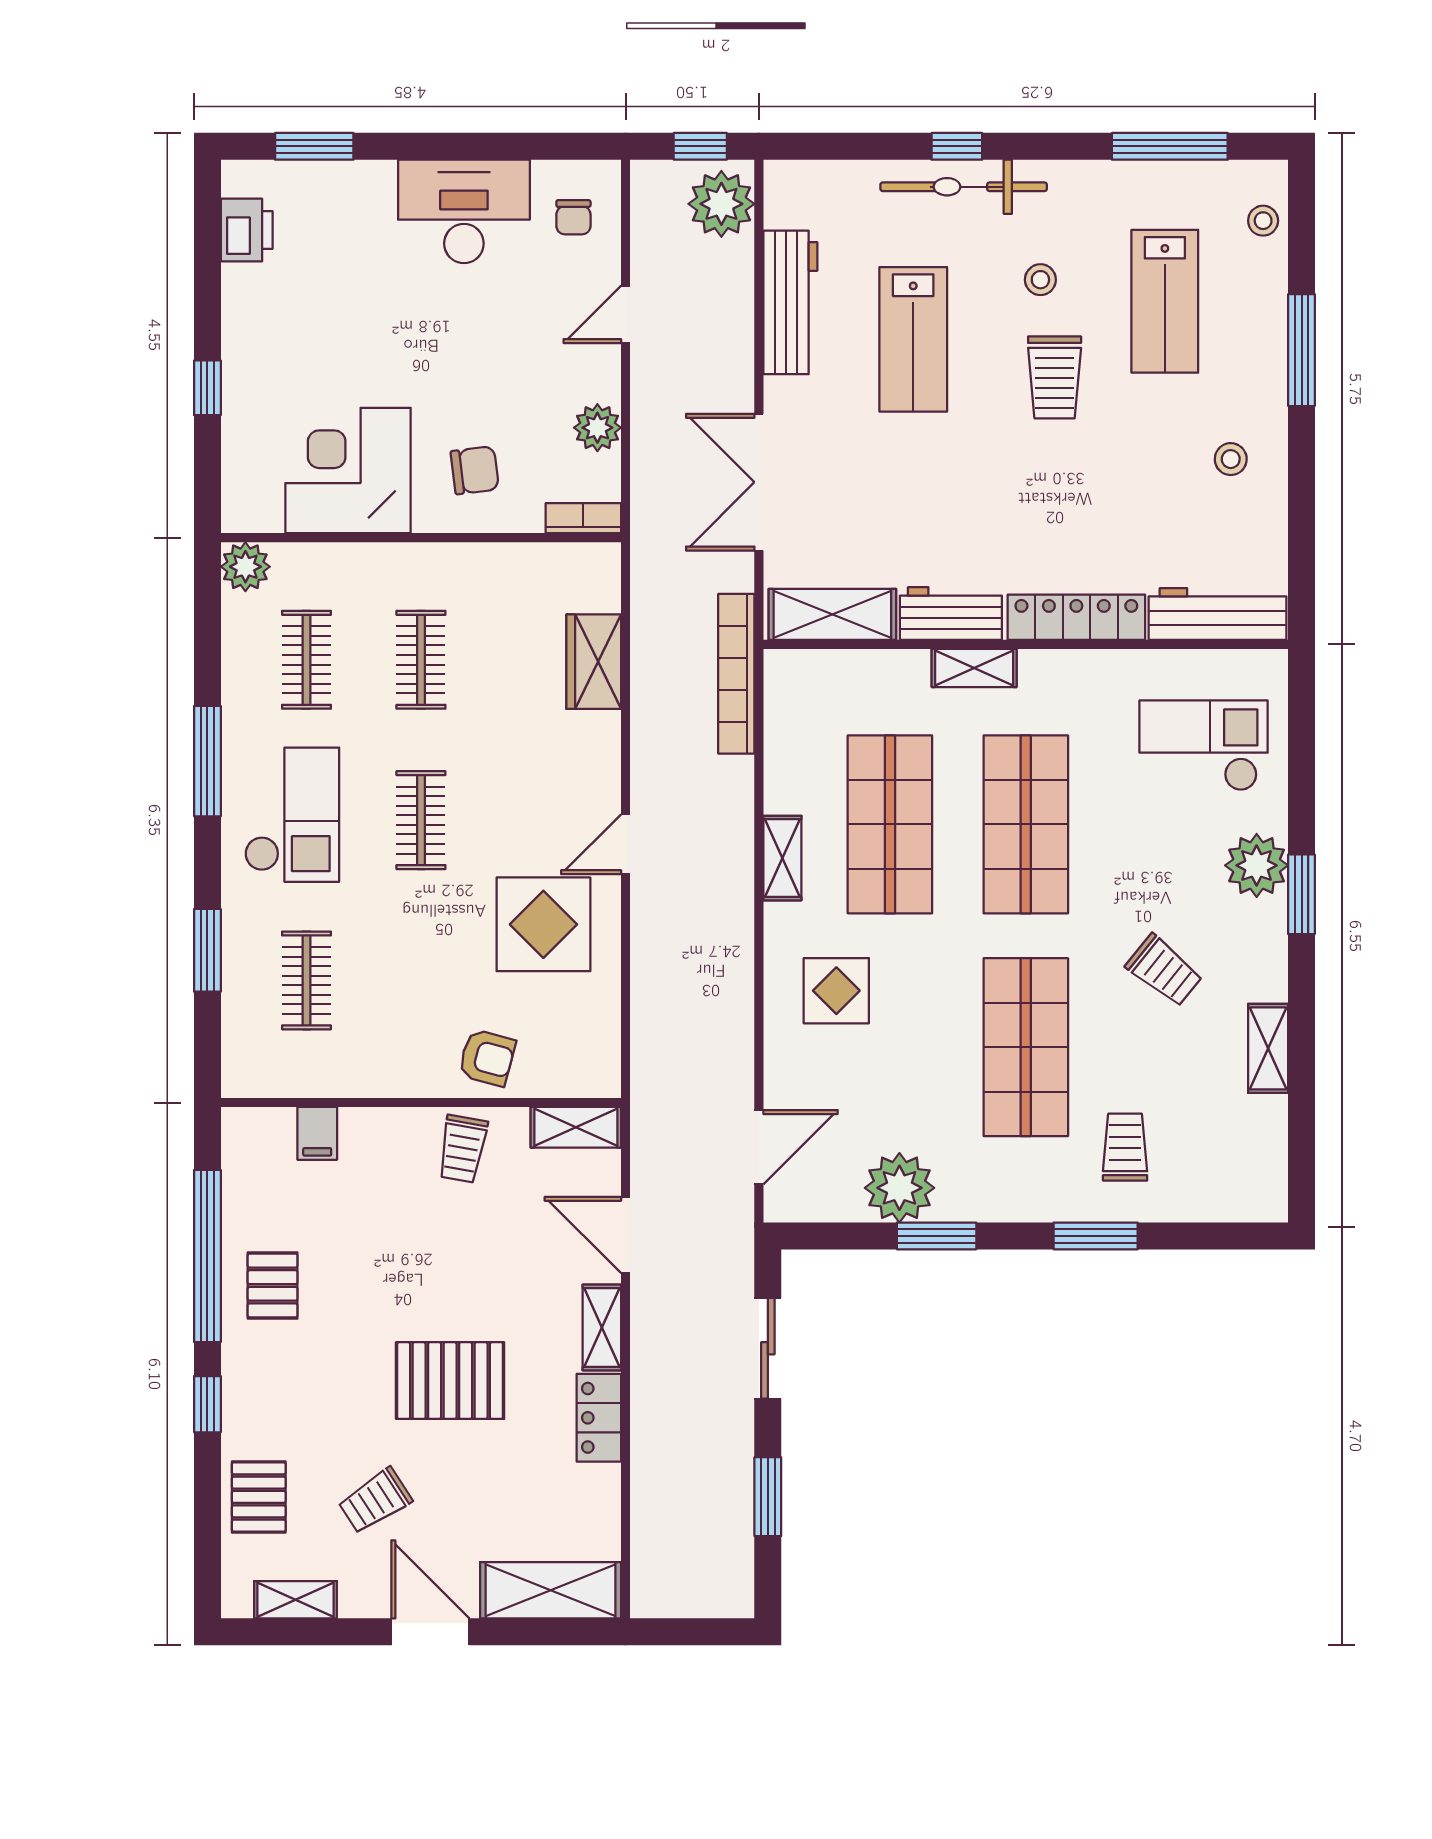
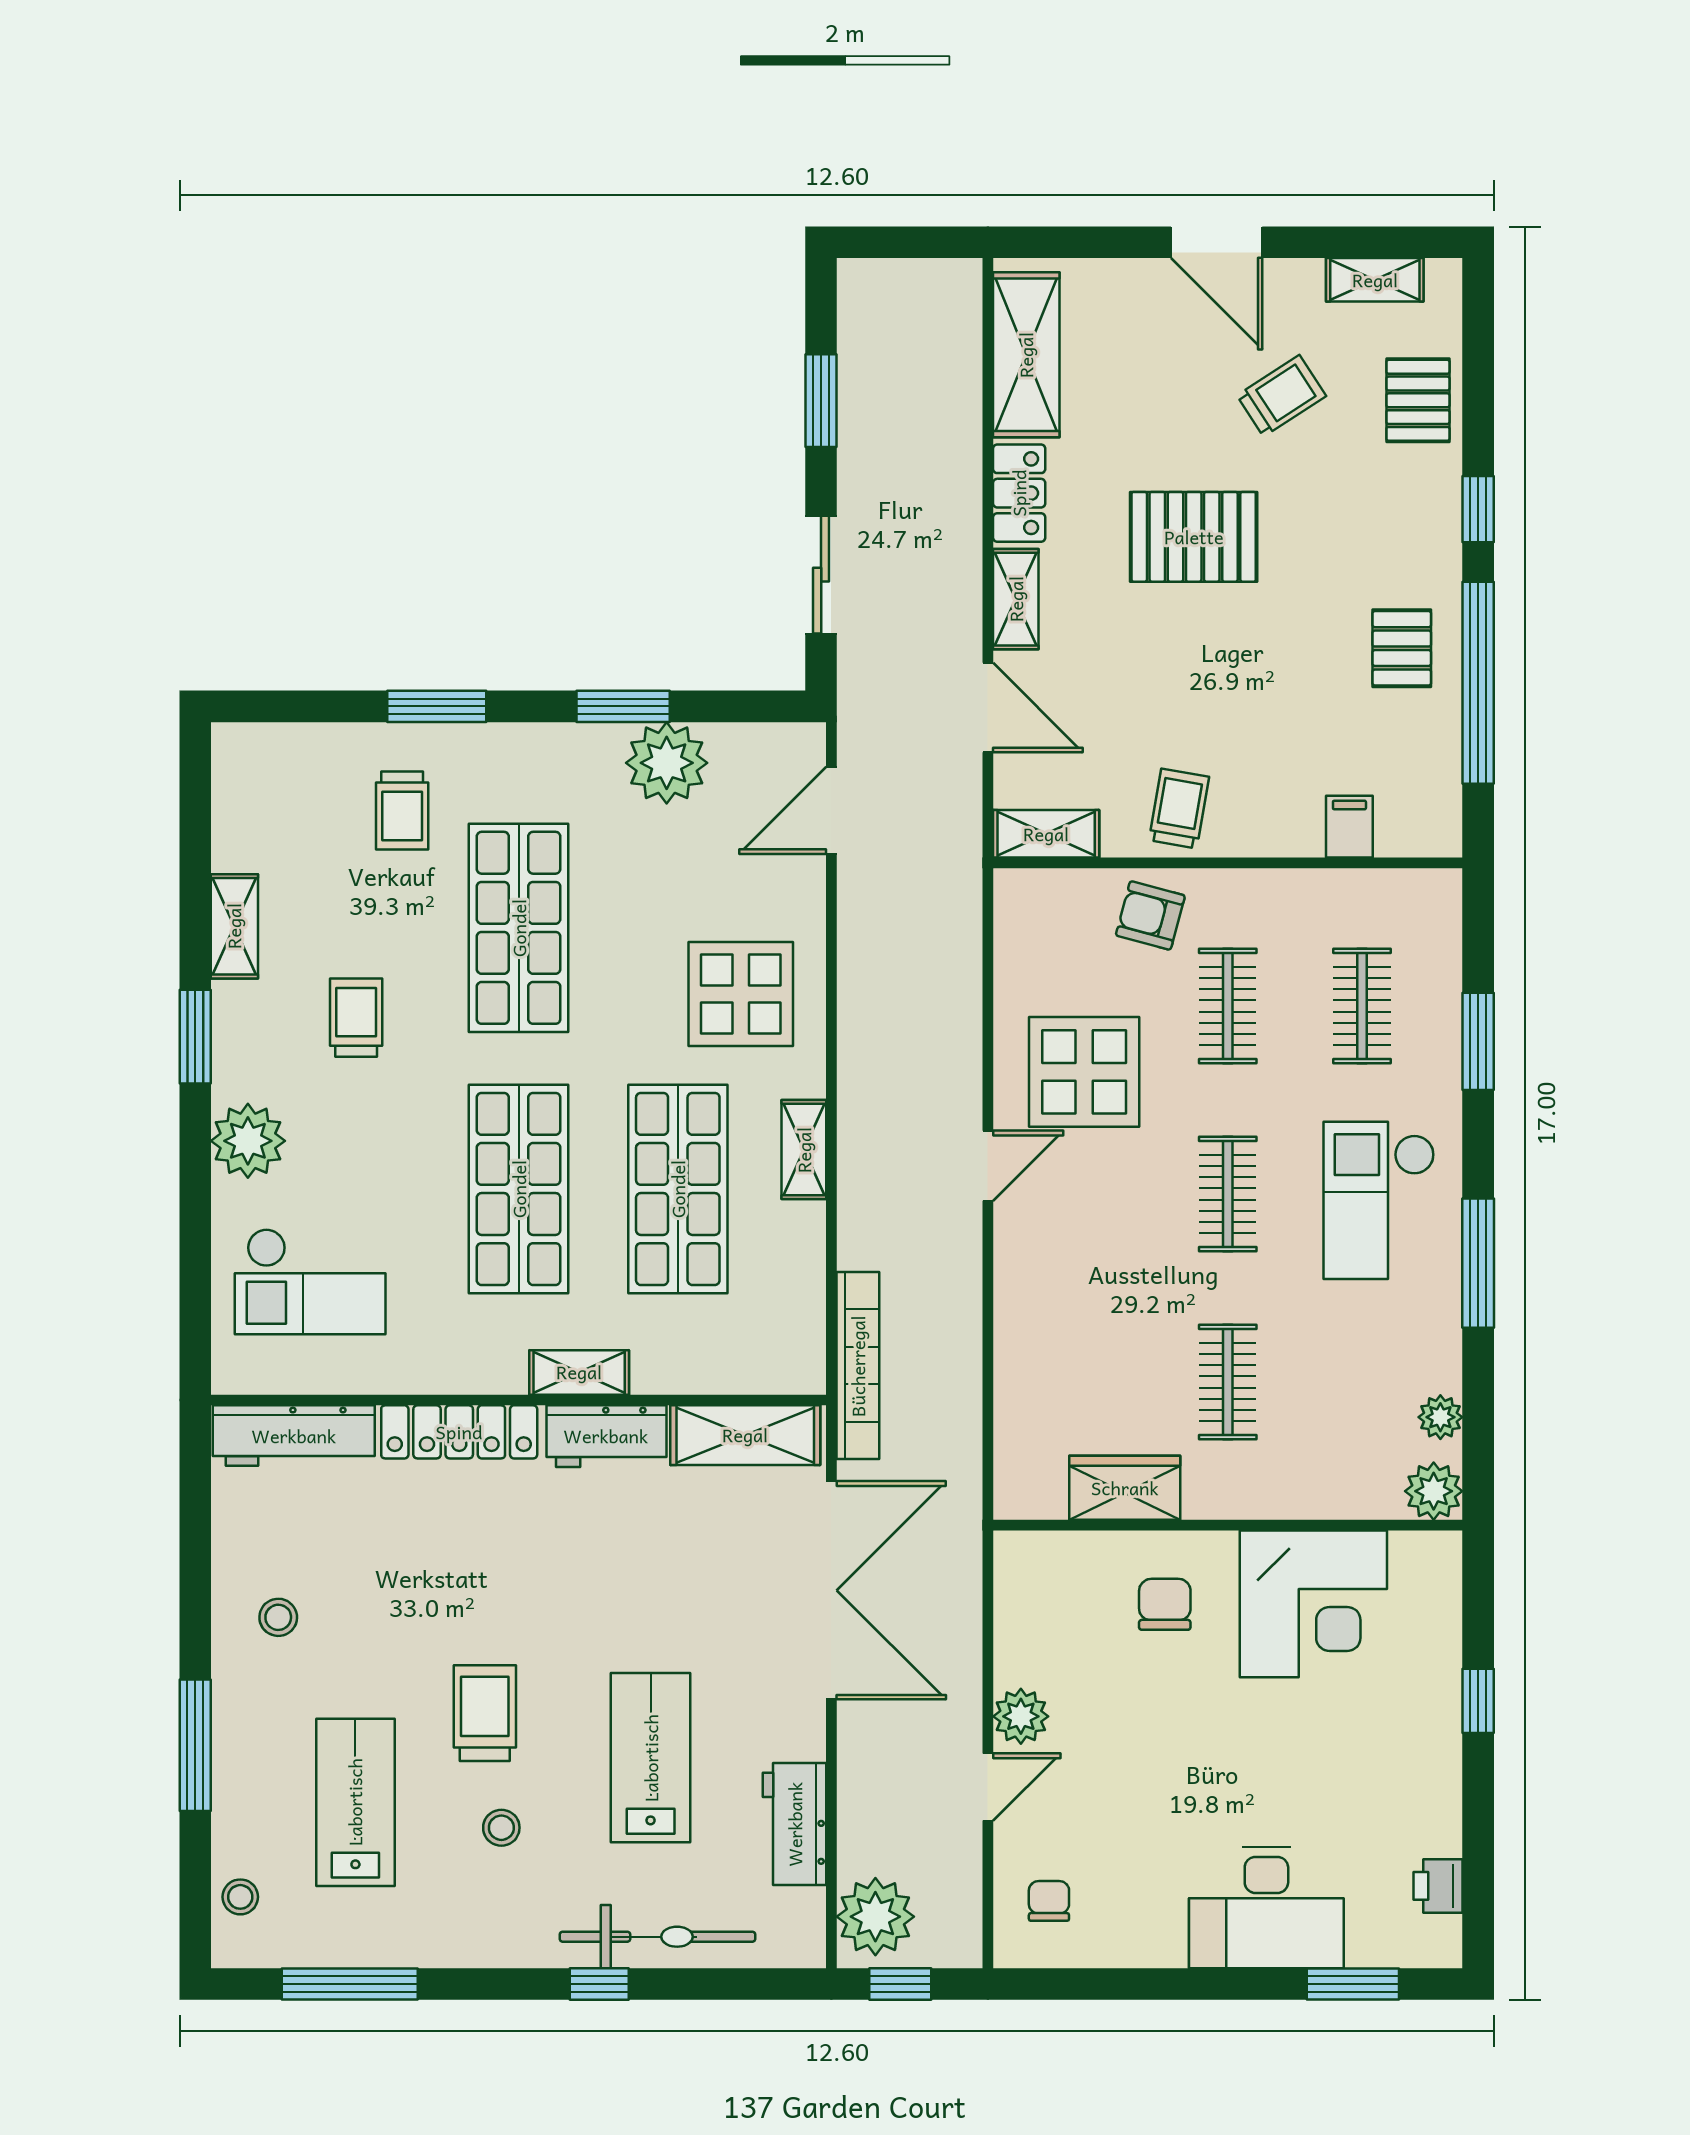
bicycle: (964, 187) -> (658, 1937), moved
desk: (464, 211) -> (1266, 1908), moved
printer: (247, 230) -> (1438, 1886), width x0.73, depth x0.81
workbench: (790, 302) -> (795, 1824), width x0.73
plant: (597, 428) -> (1021, 1716), moved
chair: (475, 470) -> (1165, 1604), turned 97
double door: (759, 482) -> (831, 1590), width x1.36
bookcase: (583, 518) -> (1037, 1548), removed
plant: (240, 630) -> (1440, 1417), added
clothes rail: (307, 660) -> (1228, 1006), moved
wardrobe: (594, 662) -> (1125, 1488), moved, turned -90
window: (1302, 894) -> (195, 1037), moved
trolley: (1164, 971) -> (356, 1018), turned 51
display table: (836, 991) -> (741, 994), width x1.36, depth x1.36
shelving: (551, 1590) -> (1026, 355), moved, turned 90

